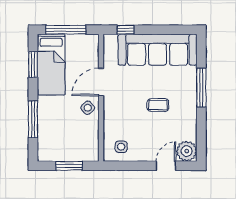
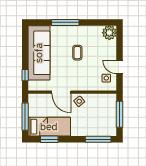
window: (33, 119) -> (98, 139), moved
window: (69, 166) -> (120, 114), width x1.44
door: (166, 166) -> (120, 67), moved

